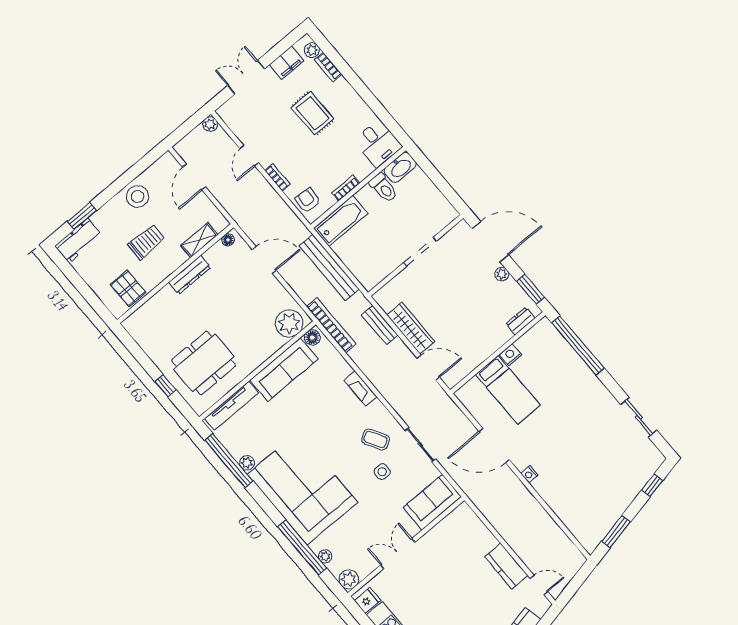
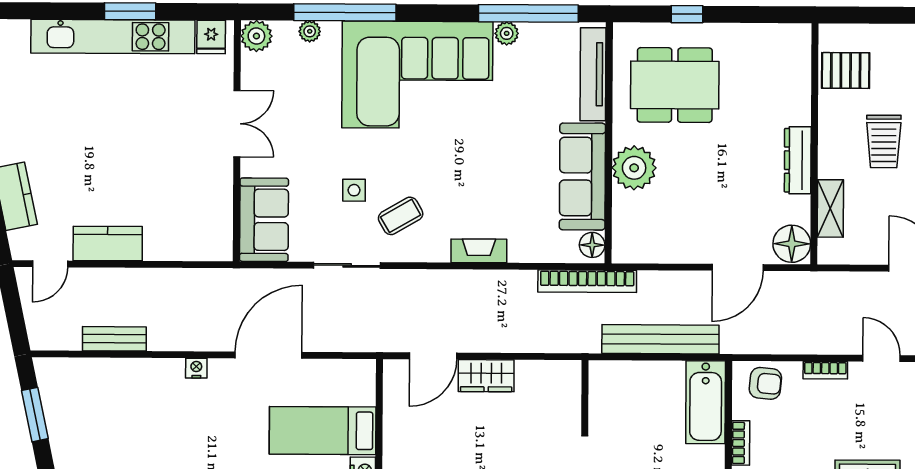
floor lamp: (228, 240) -> (792, 244), width x1.89, depth x1.89
plant: (289, 323) -> (634, 168), moved
bench: (380, 325) -> (114, 339), moved
wardrobe: (411, 328) -> (486, 376), width x0.67
dining table: (204, 363) -> (675, 85), turned 90

